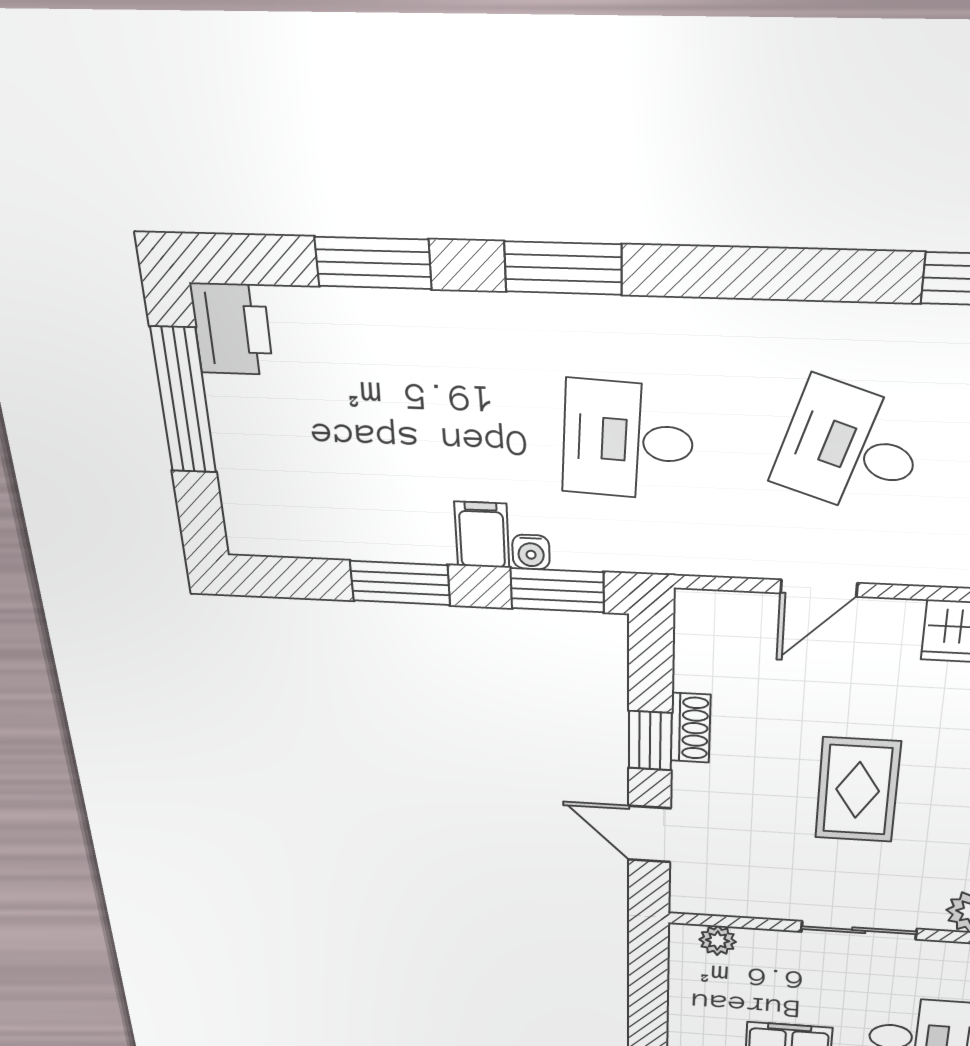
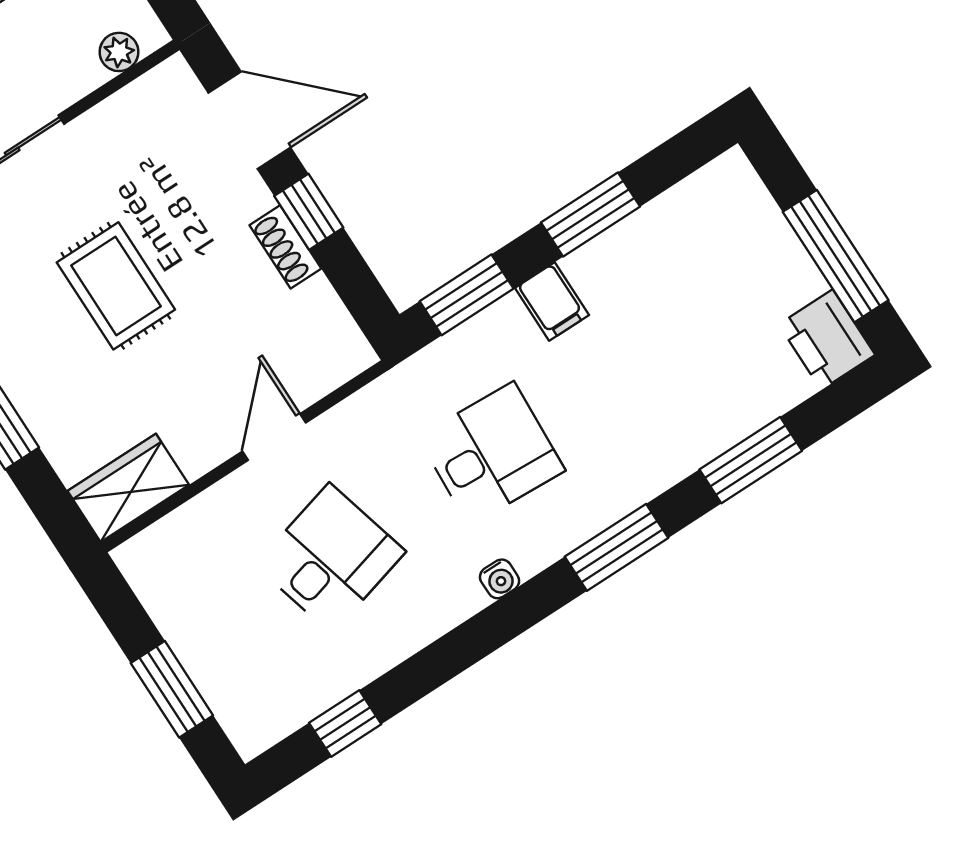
desk: (851, 449) -> (330, 558), turned -33
water cooler: (531, 552) -> (500, 579), moved, turned 180
door: (649, 834) -> (249, 120), width x1.38

